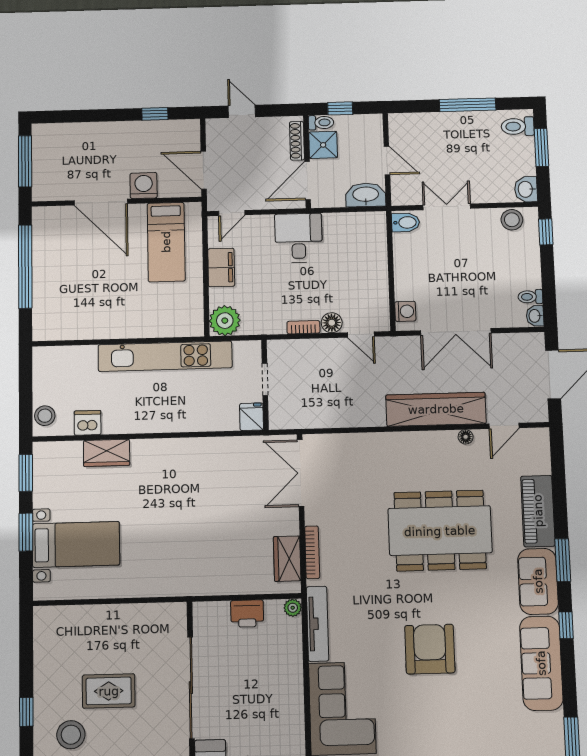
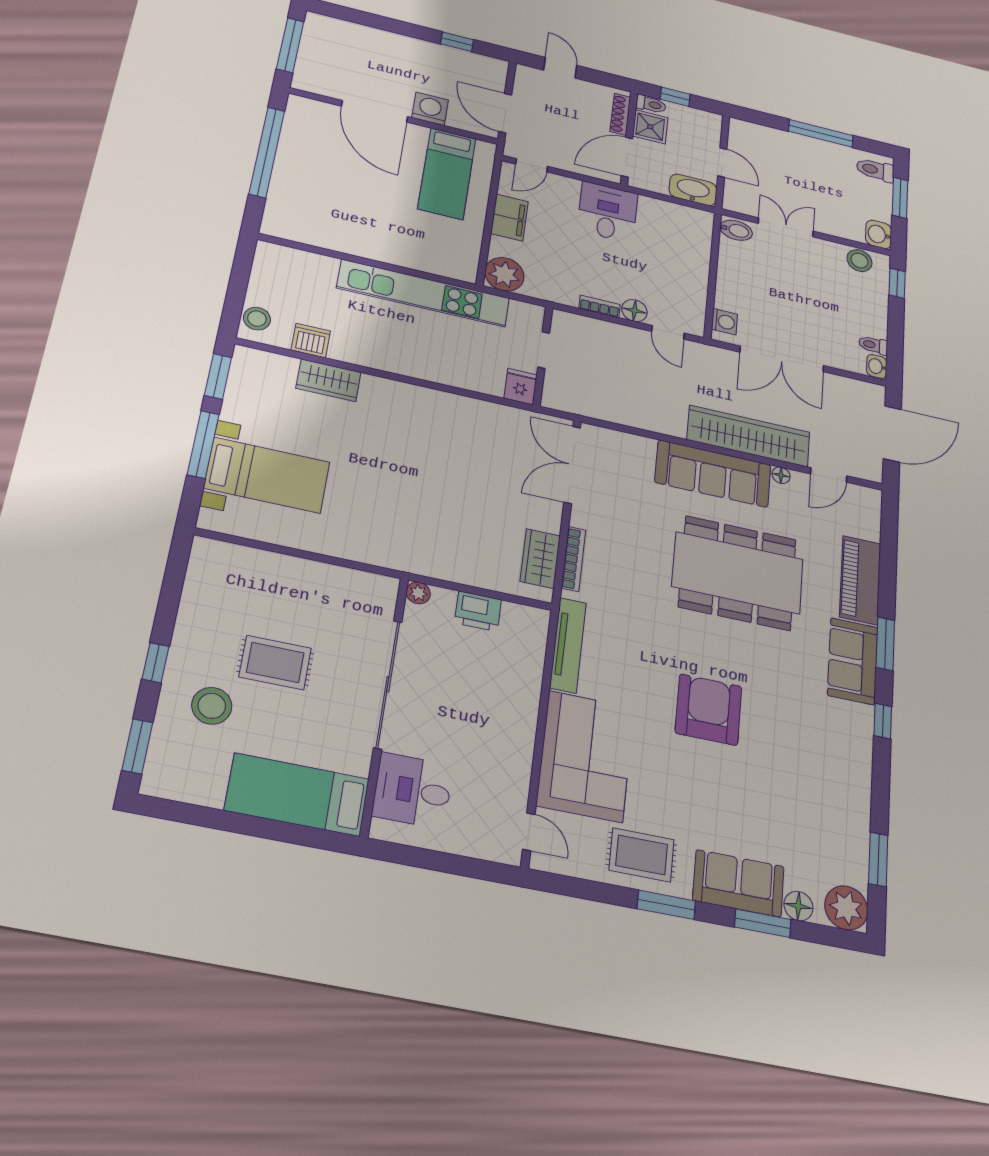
window: (26, 532) -> (203, 444), width x1.44
plant: (293, 608) -> (418, 593), moved
sofa: (541, 663) -> (713, 474), moved, turned -90

